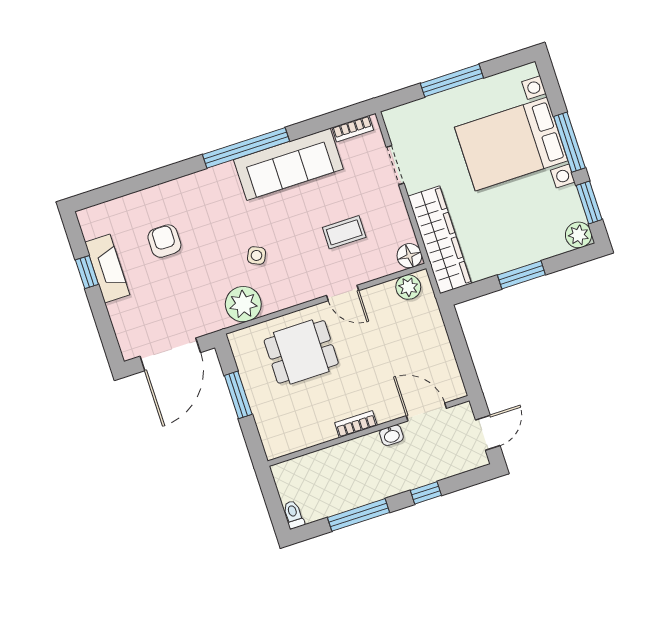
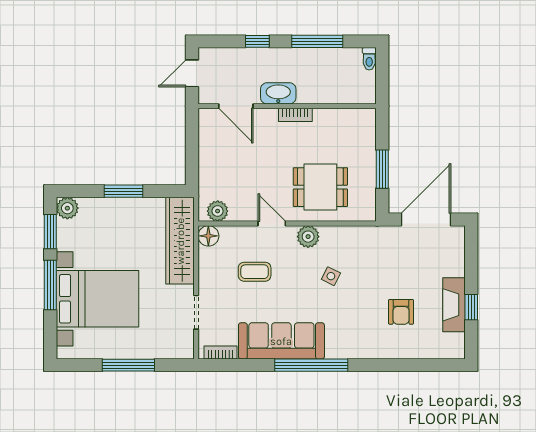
plant: (243, 304) -> (308, 237), moved, width x0.73, depth x0.73
washbasin: (391, 435) -> (278, 93), width x1.91, depth x1.45

